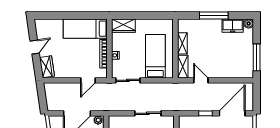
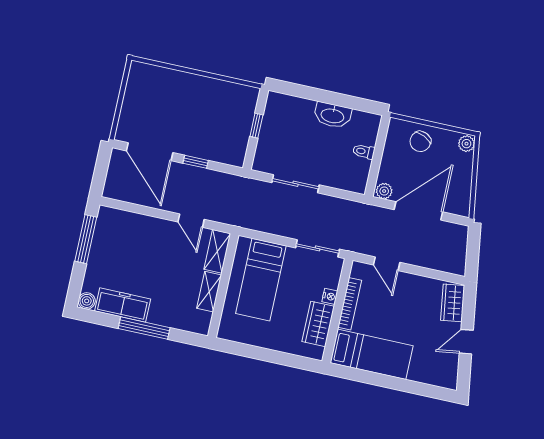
wardrobe: (123, 26) -> (318, 324), moved, turned -90
freezer: (233, 26) -> (123, 305), width x1.40
door: (88, 80) -> (387, 264), swing flipped
door: (232, 113) -> (150, 152), hinge flipped

